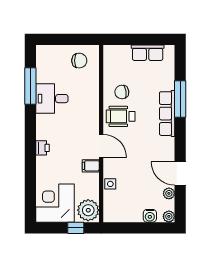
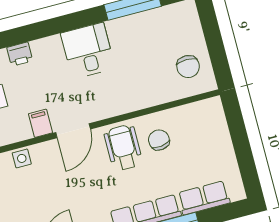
row of seats: (148, 53) -> (204, 198), moved, turned 90
desk: (52, 99) -> (88, 51), moved
printer: (42, 148) -> (20, 54), moved

